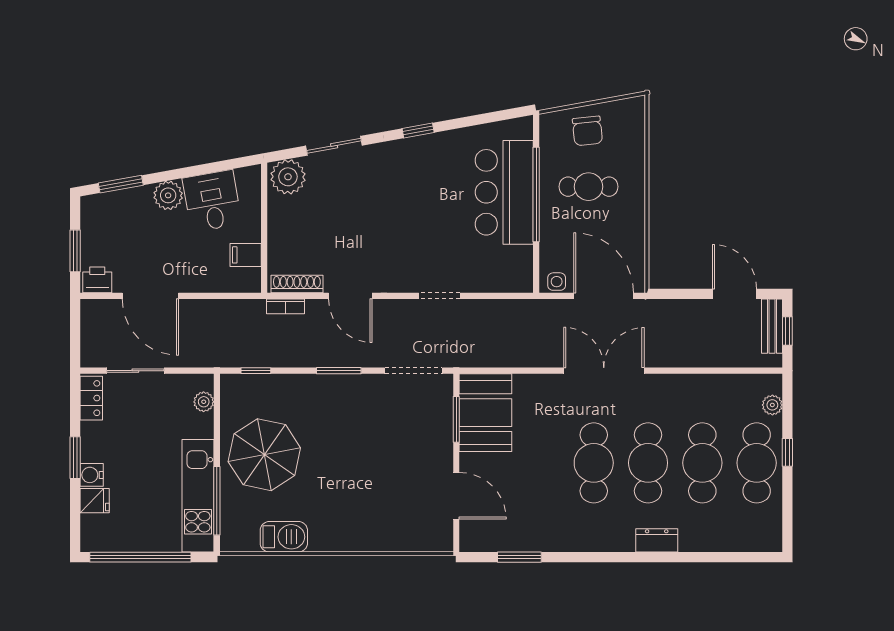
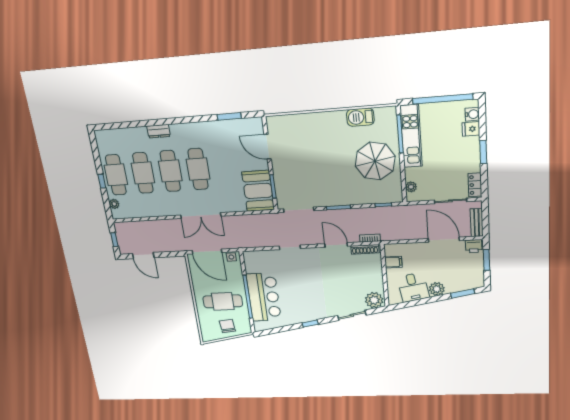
cafe table: (589, 187) -> (223, 301), width x1.37, depth x1.35
bench: (772, 326) -> (477, 223), moved
water cooler: (92, 475) -> (472, 114), moved

